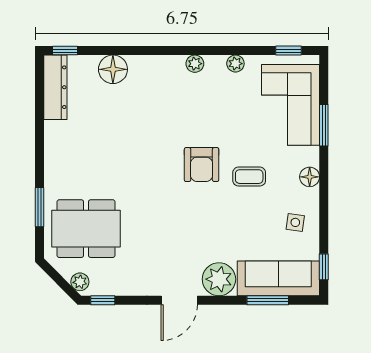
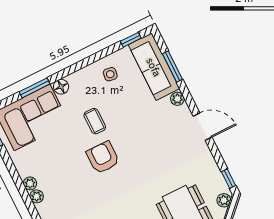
plant: (235, 64) -> (30, 183), moved
armchair: (202, 165) -> (103, 158), turned -90
floor lamp: (310, 177) -> (61, 87), moved
plant: (219, 279) -> (177, 99), width x0.53, depth x0.53

